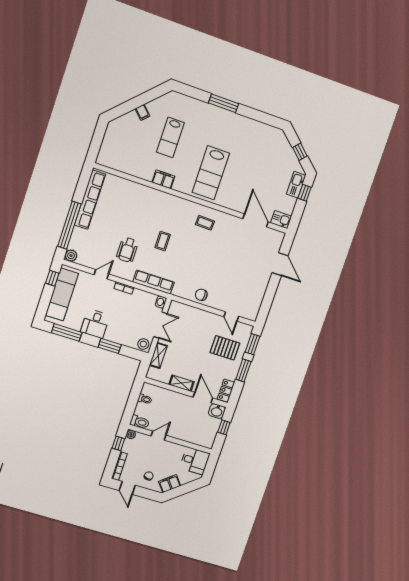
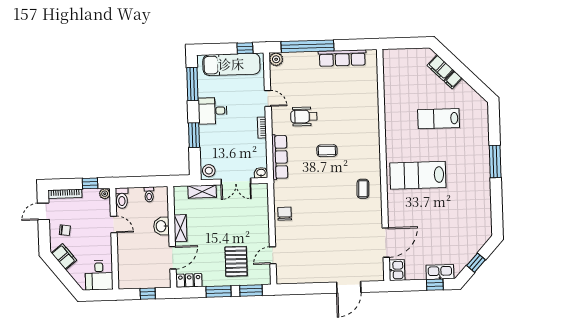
filing cabinet: (163, 179) -> (440, 68), moved, turned 135
row of seats: (90, 200) -> (342, 58), width x0.73
washbasin: (217, 411) -> (161, 226), moved

